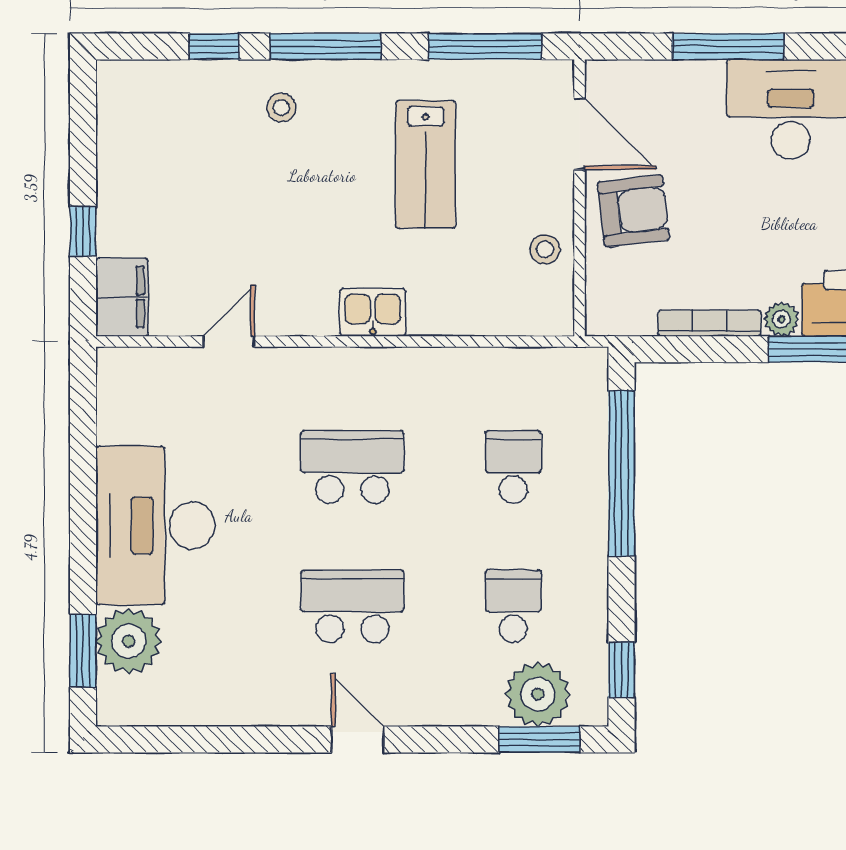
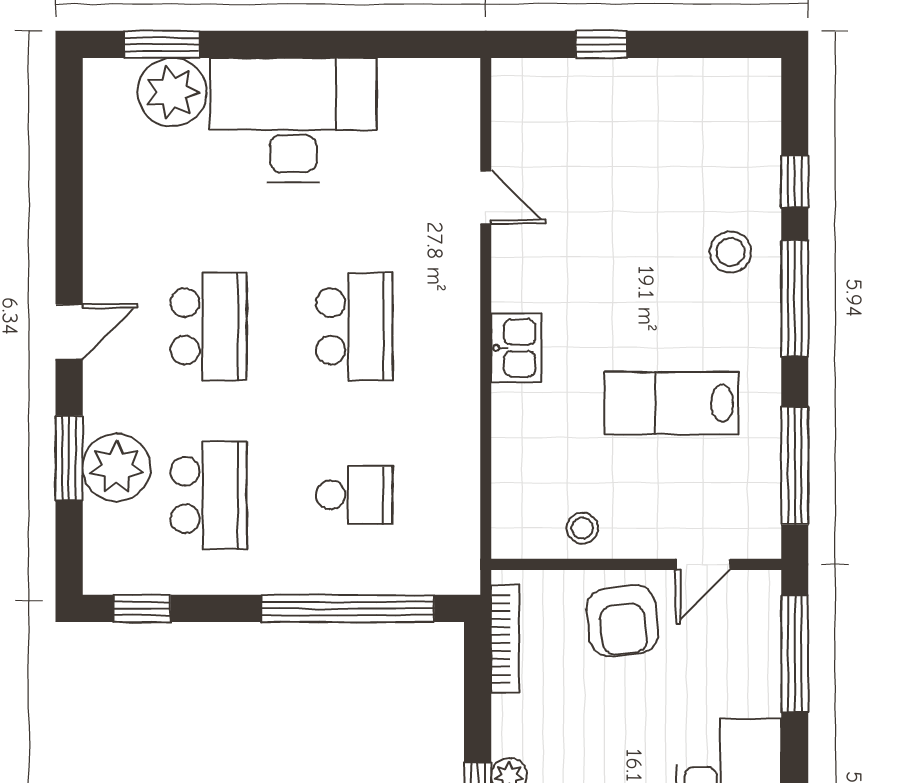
window: (728, 46) -> (795, 654), moved
stool: (281, 108) -> (731, 252), width x1.37, depth x1.37
door: (580, 134) -> (703, 564), width x0.73
filing cabinet: (122, 297) -> (532, 85), removed
bookcase: (709, 323) -> (505, 639), moved
school desk: (513, 606) -> (209, 495), width x1.85
plant: (538, 694) -> (116, 467), moved
window: (539, 739) -> (69, 458), moved

